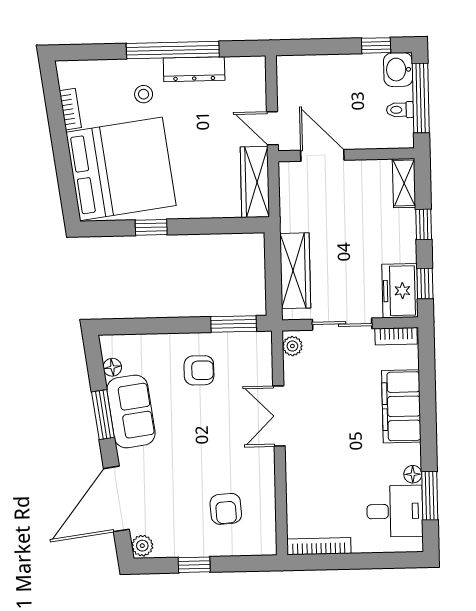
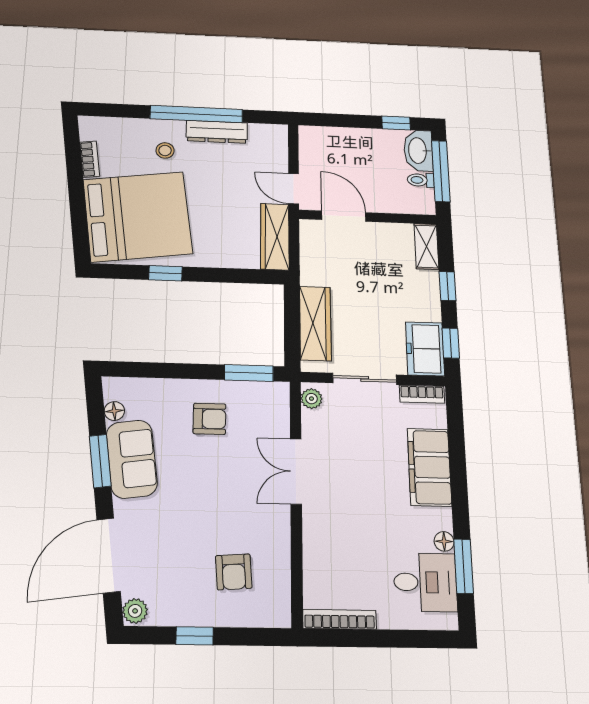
washbasin: (398, 70) -> (418, 151), width x1.38

